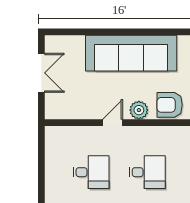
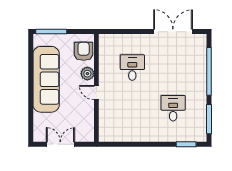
armchair: (170, 105) -> (84, 51), turned 180
desk: (91, 172) -> (132, 108), removed

